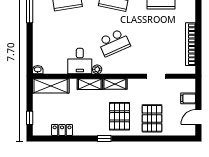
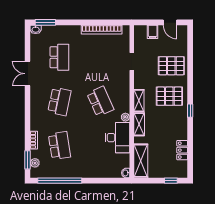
desk: (80, 61) -> (118, 138), width x1.37

